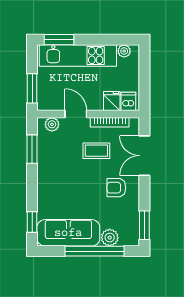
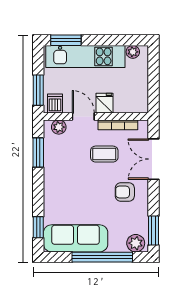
fridge: (112, 101) -> (105, 103), moved
dishwasher: (128, 101) -> (55, 103), moved
plant: (110, 238) -> (136, 243), moved

